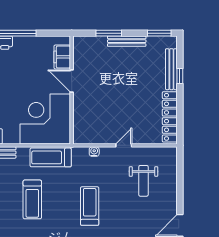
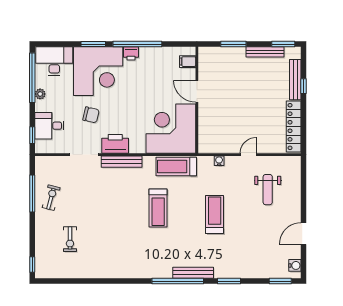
bench: (127, 41) -> (265, 52), moved
filing cabinet: (62, 57) -> (188, 62), width x0.50

